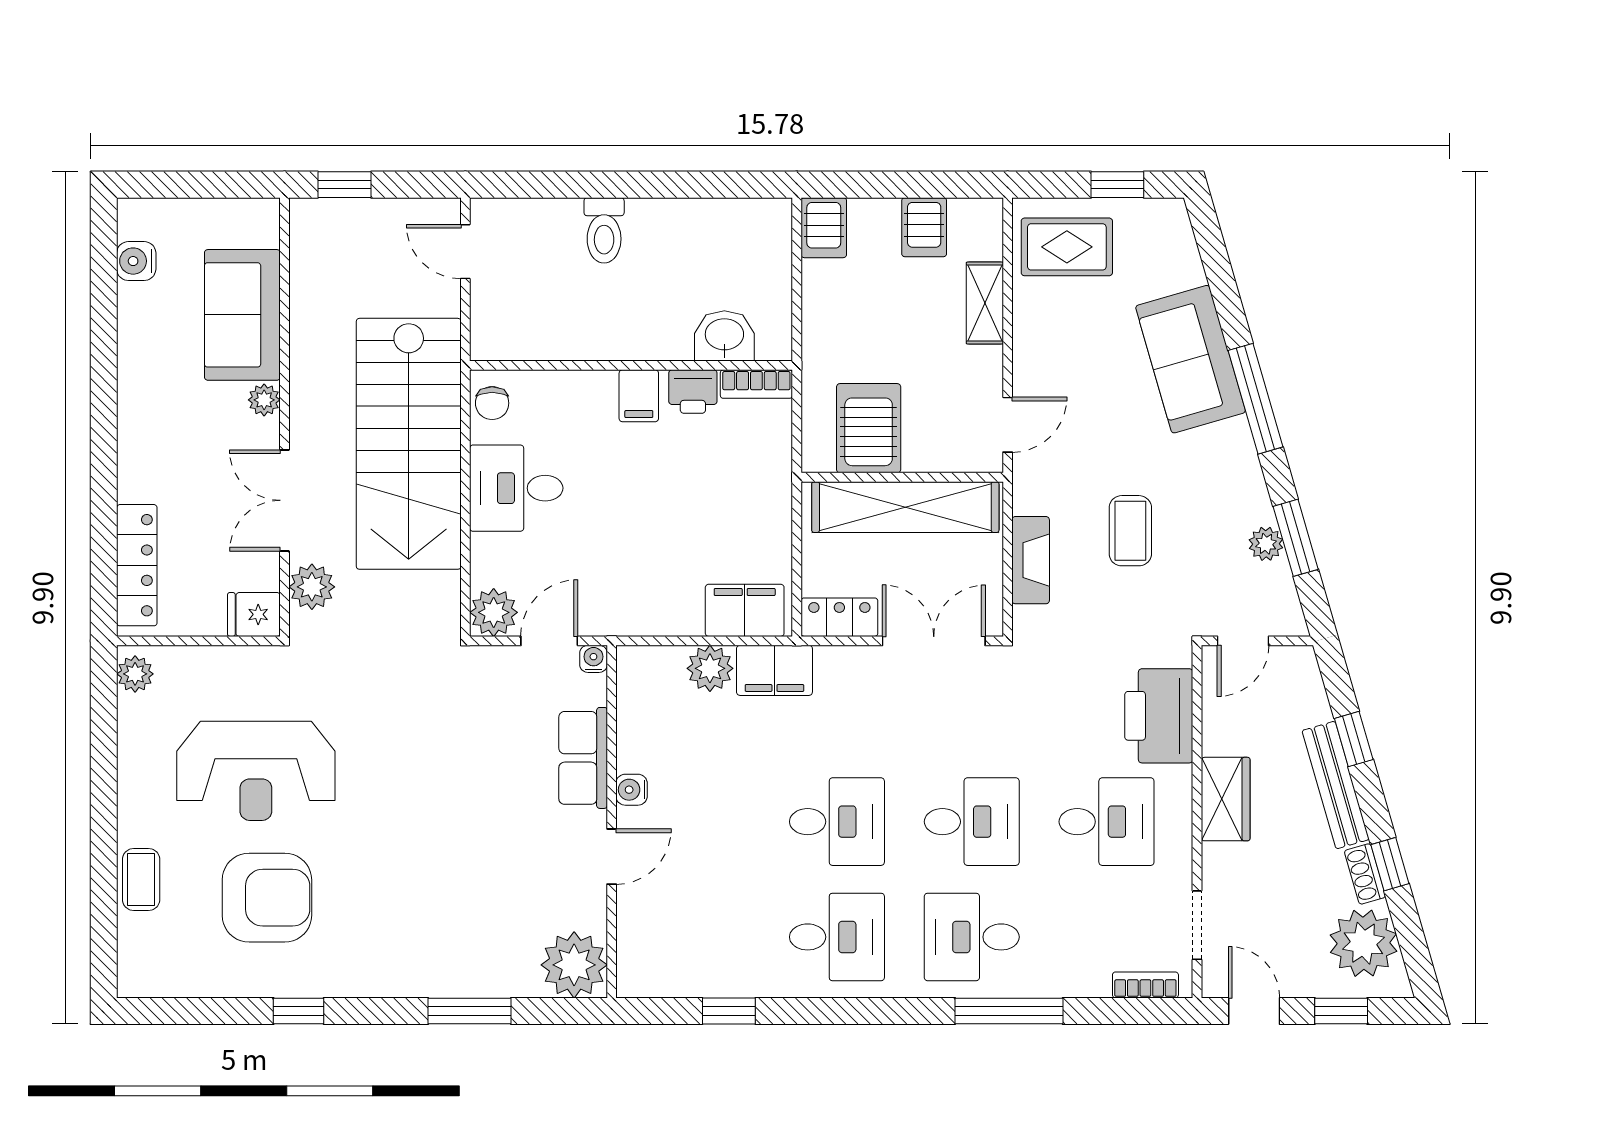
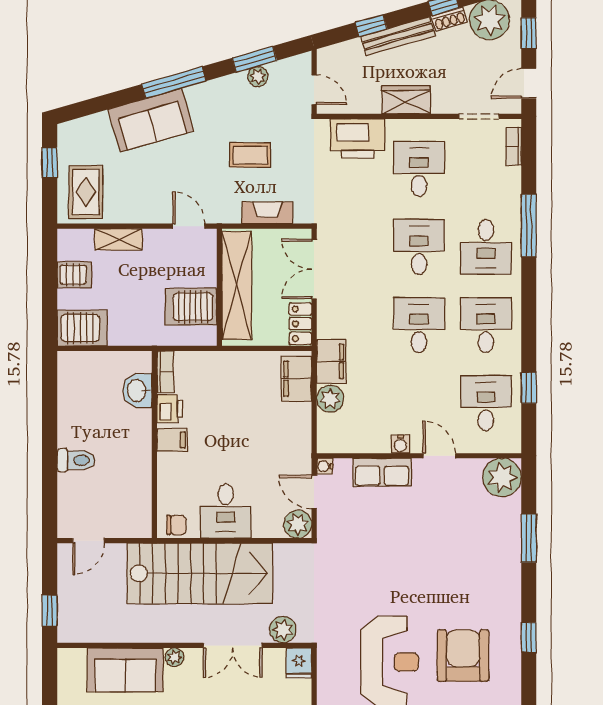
server rack: (824, 228) -> (82, 328), width x1.36, depth x1.44
desk: (702, 937) -> (486, 403), added

